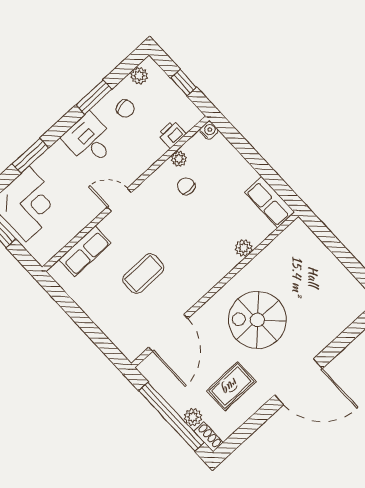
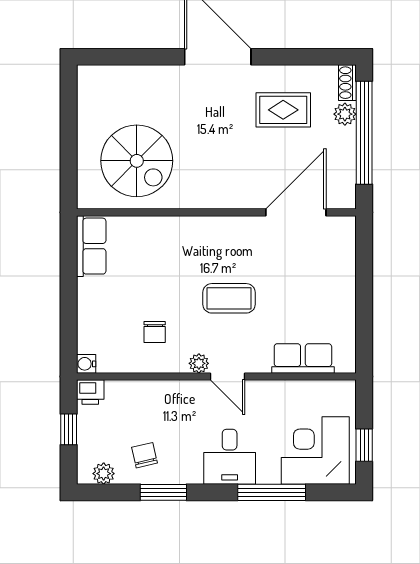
printer: (172, 134) -> (90, 392), moved
desk: (89, 140) -> (230, 457), moved
window: (30, 156) -> (272, 492), width x1.44
plant: (179, 159) -> (199, 363), moved
plant: (244, 248) -> (154, 226), removed
coffee table: (143, 274) -> (229, 298), moved
spiral stairs: (257, 320) -> (137, 161), moved

